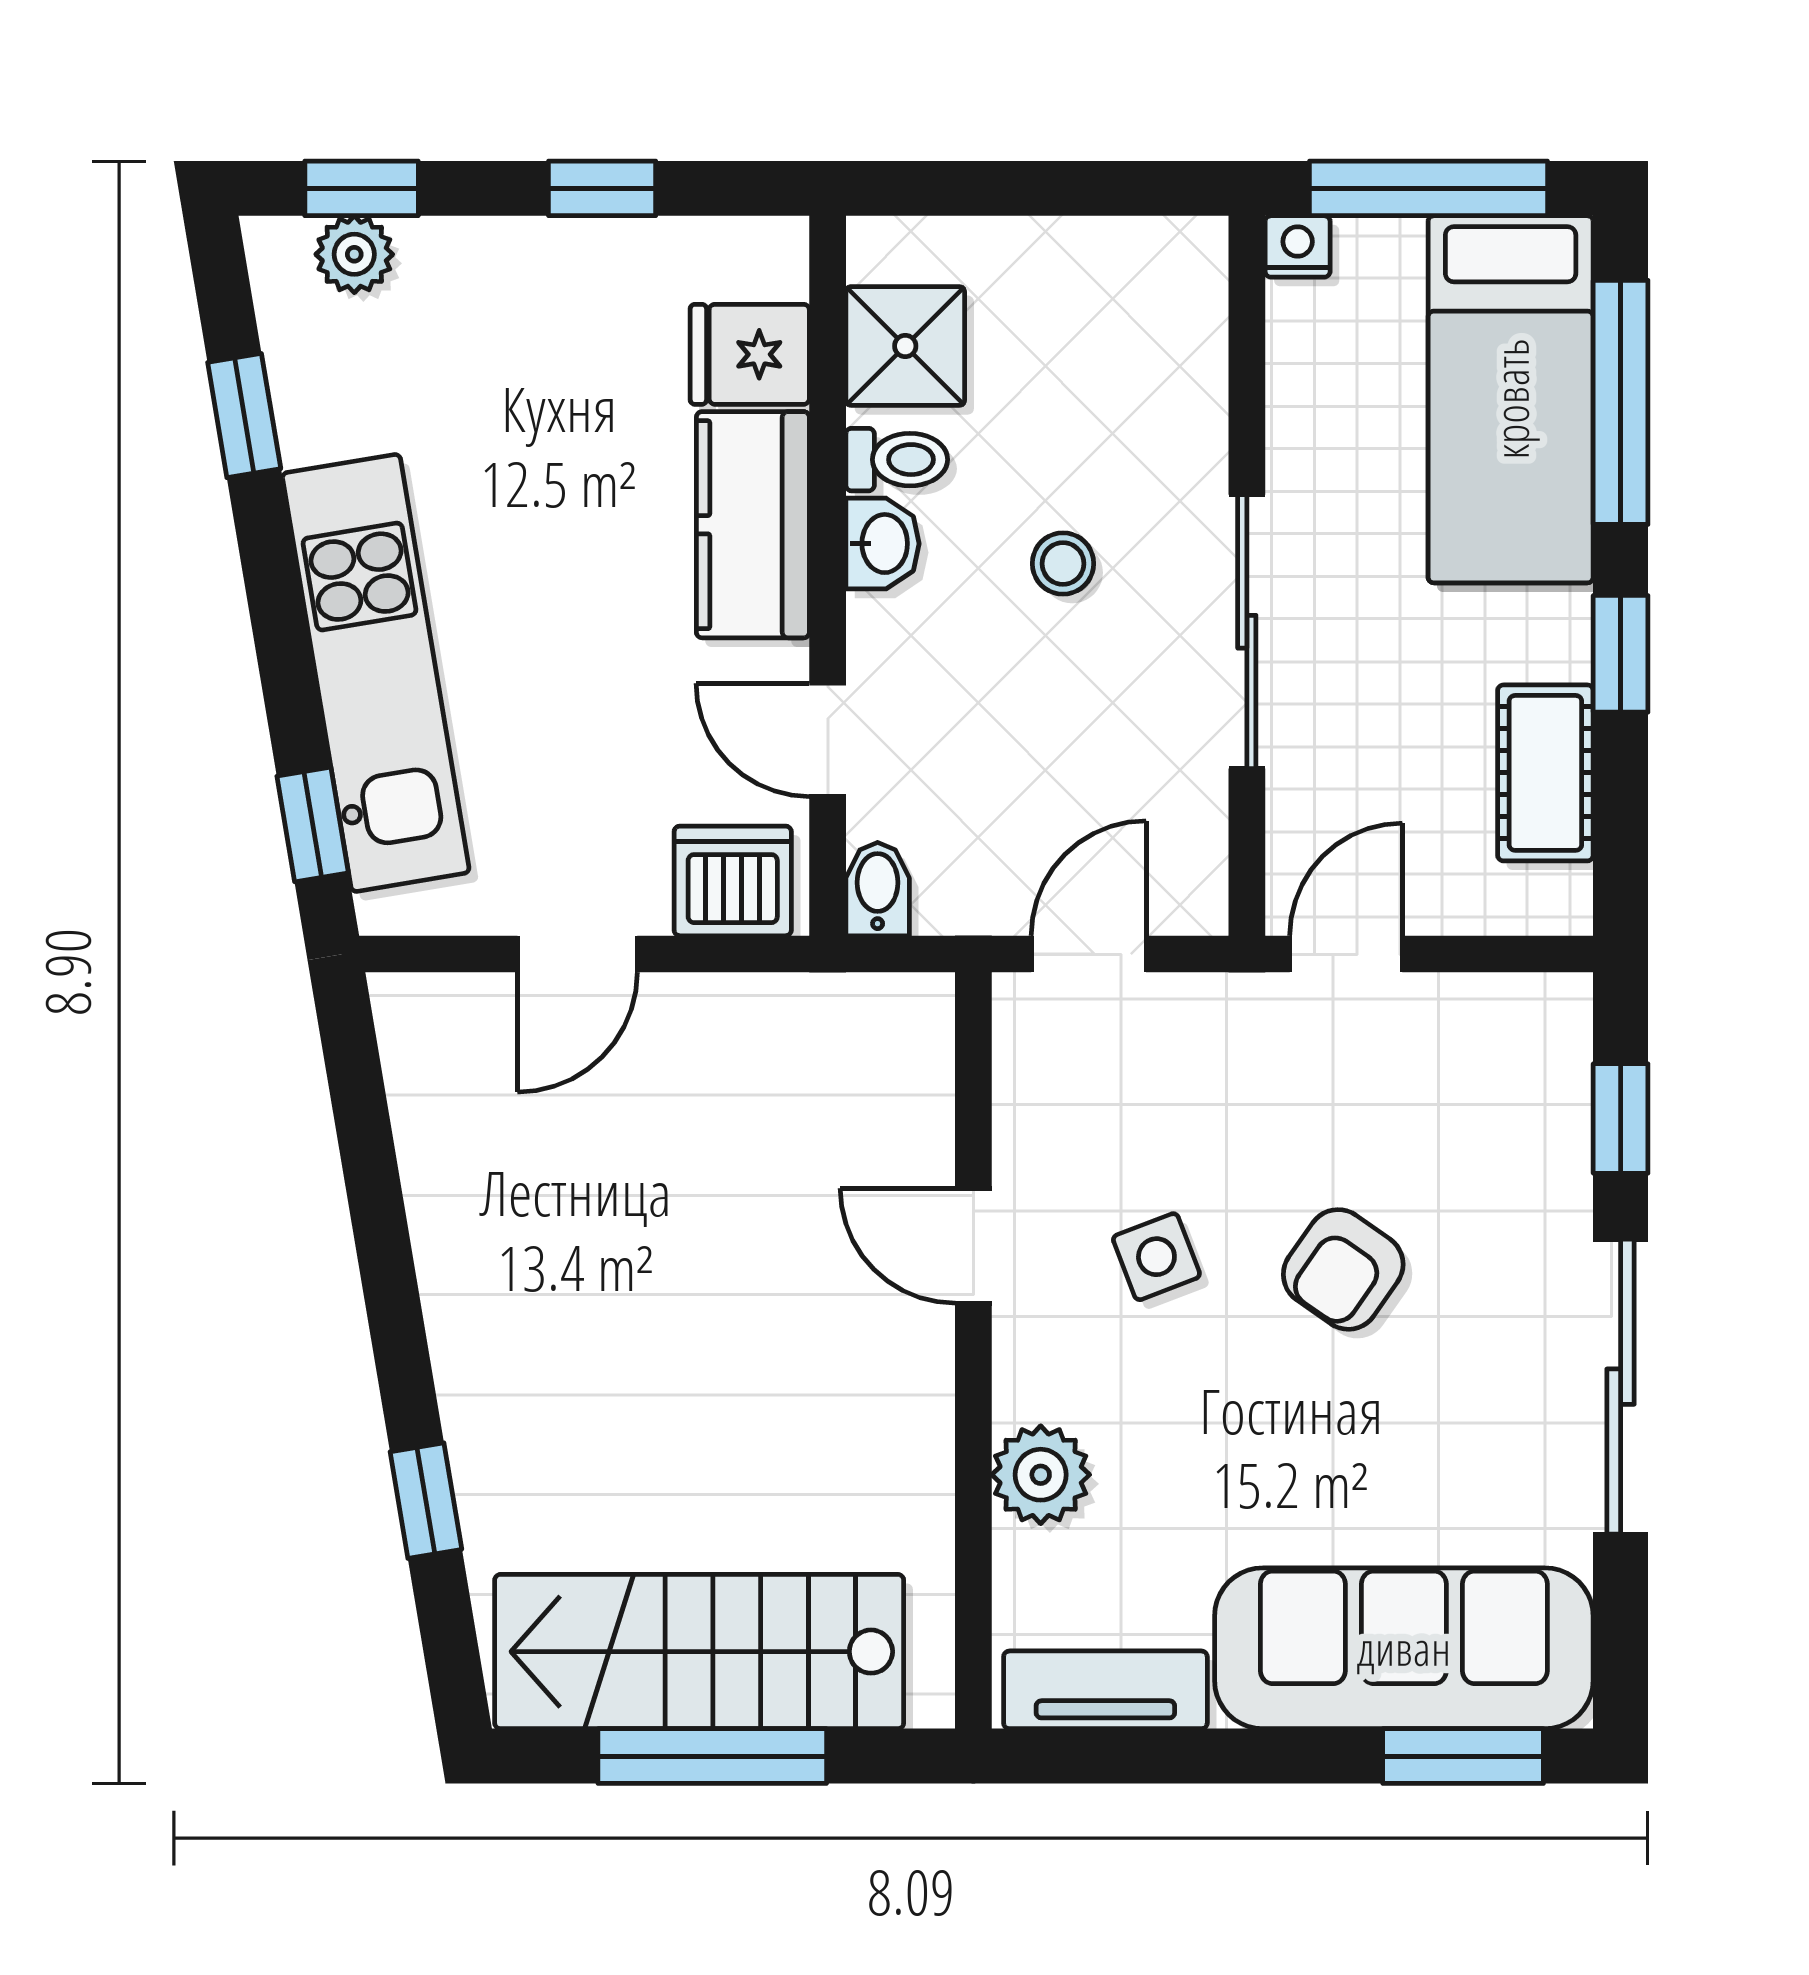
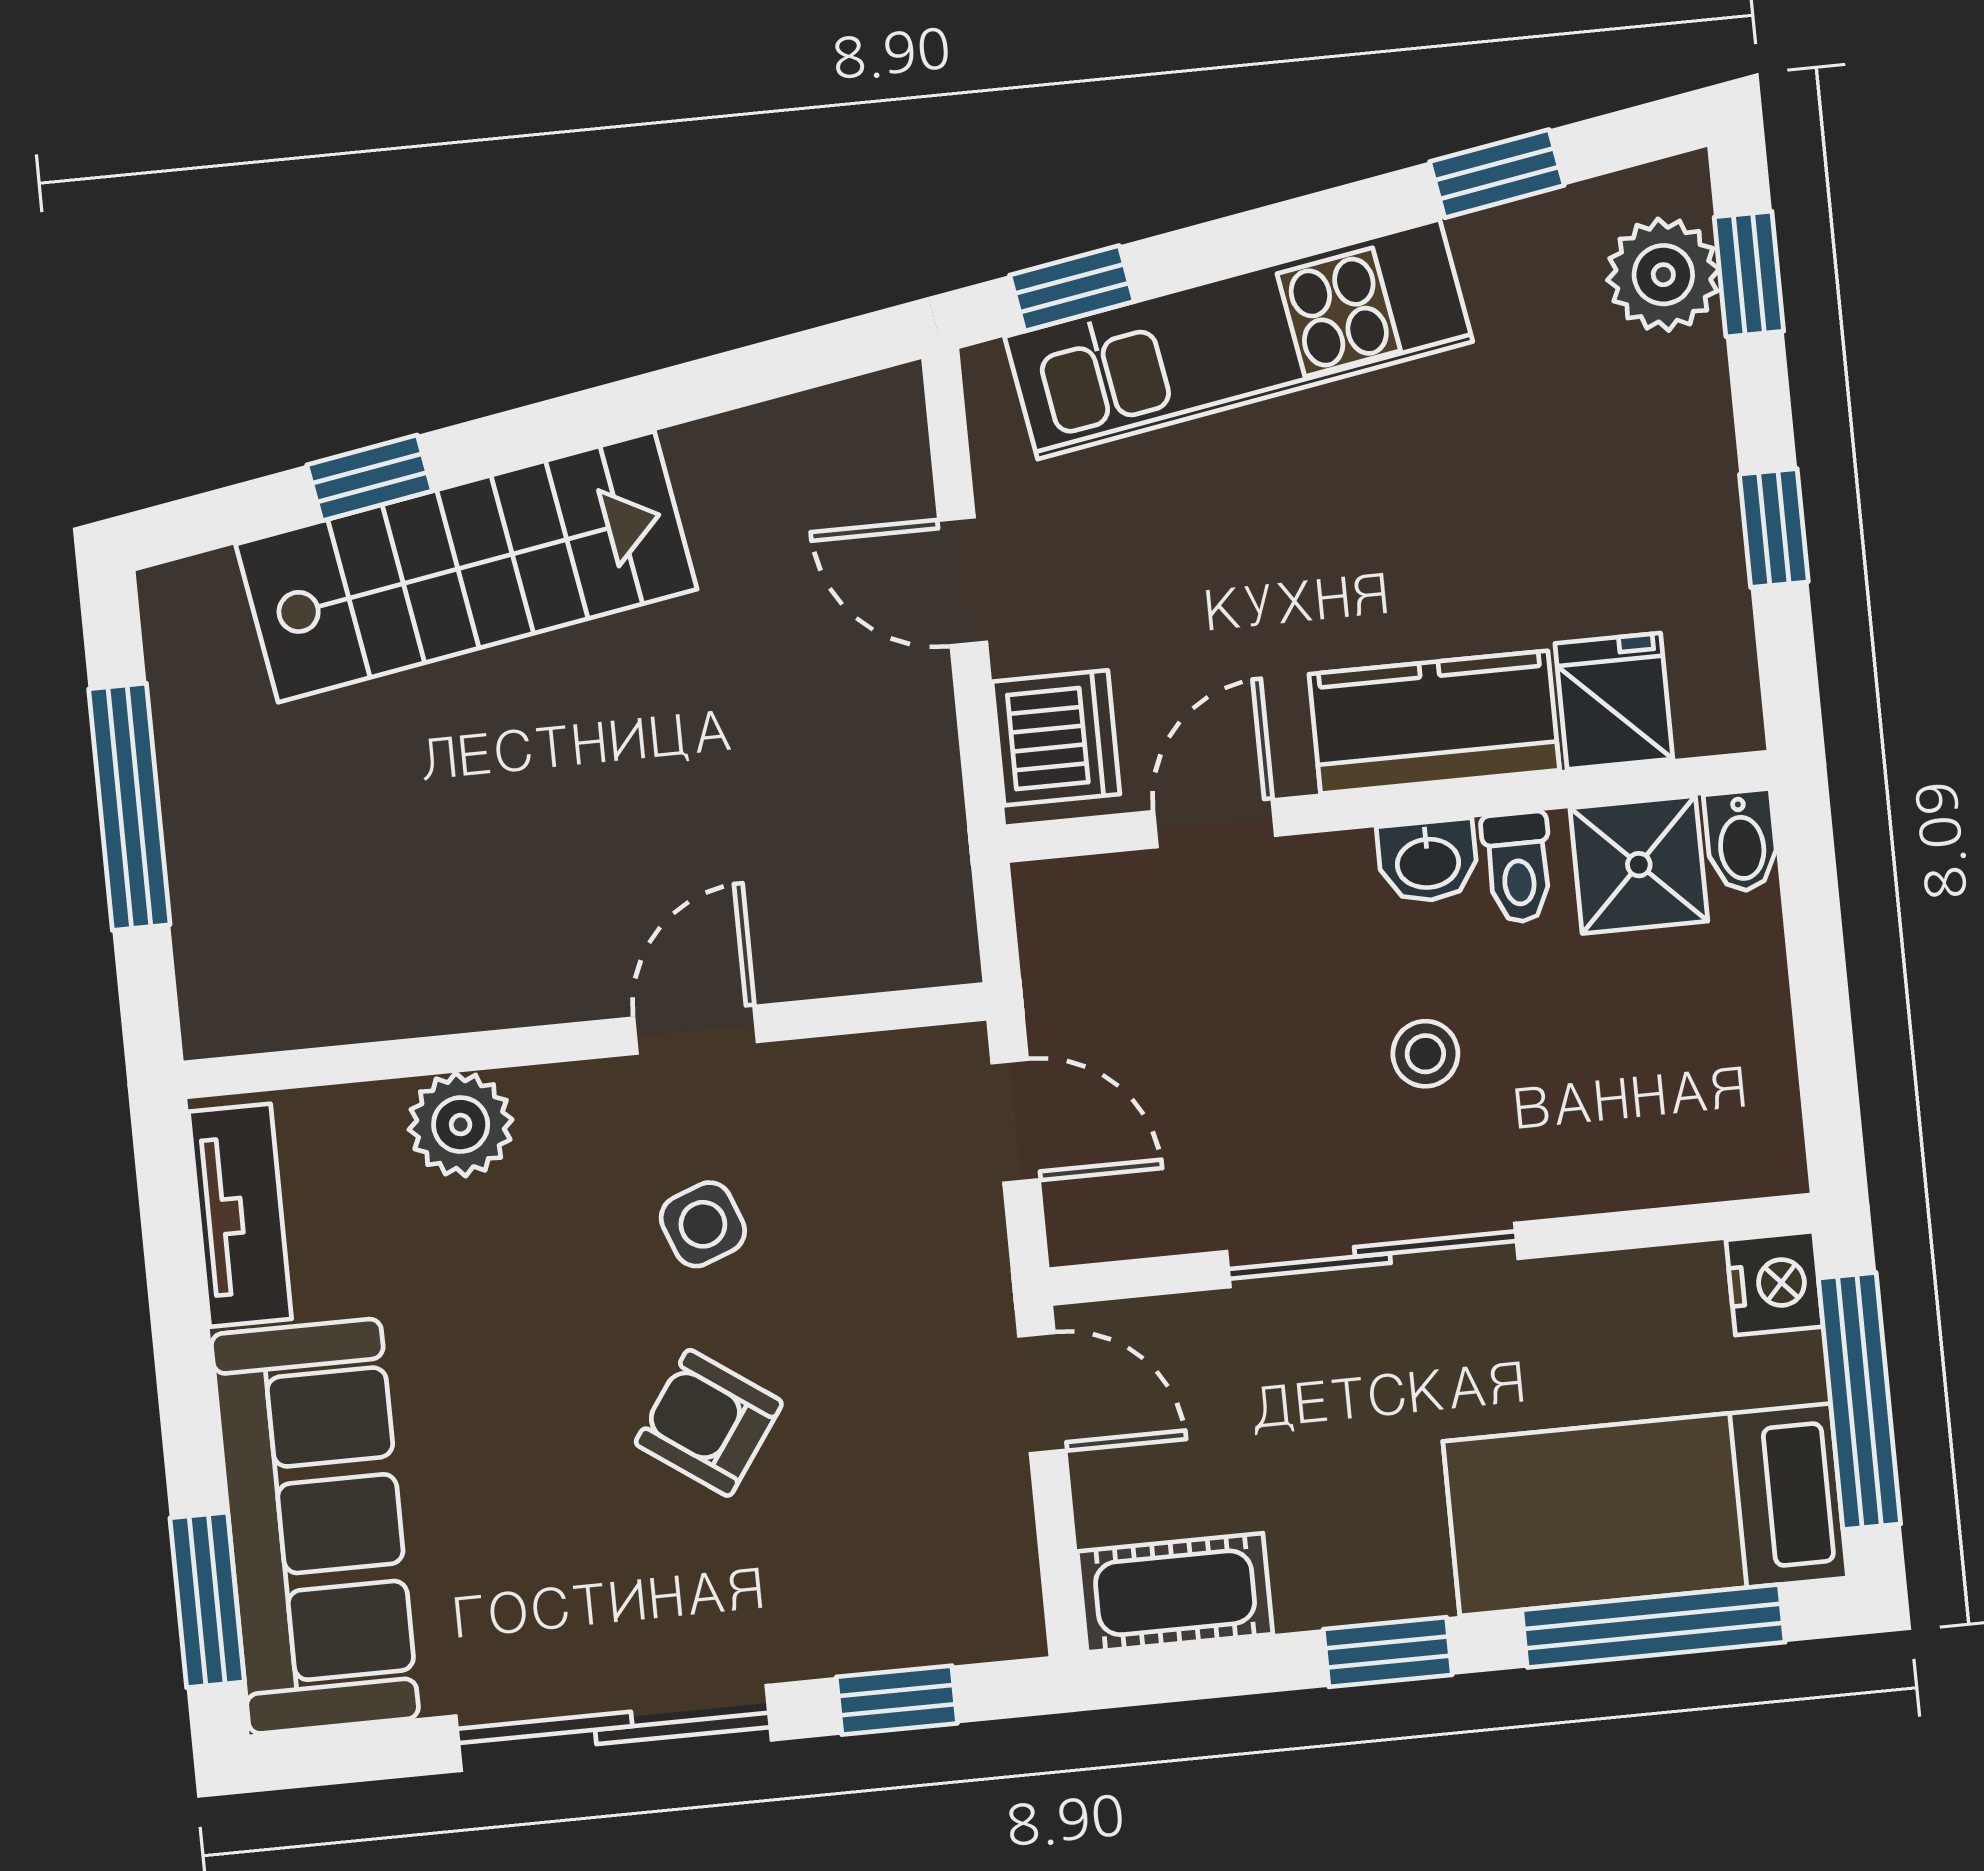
nightstand: (1298, 246) -> (1774, 1283), width x1.39, depth x1.35
plant: (354, 254) -> (1663, 275), width x1.38, depth x1.38
cot: (1545, 773) -> (1175, 1593), moved
bidet: (878, 889) -> (1742, 841), moved, turned 90
stairs: (699, 1652) -> (466, 567), moved, turned 80

